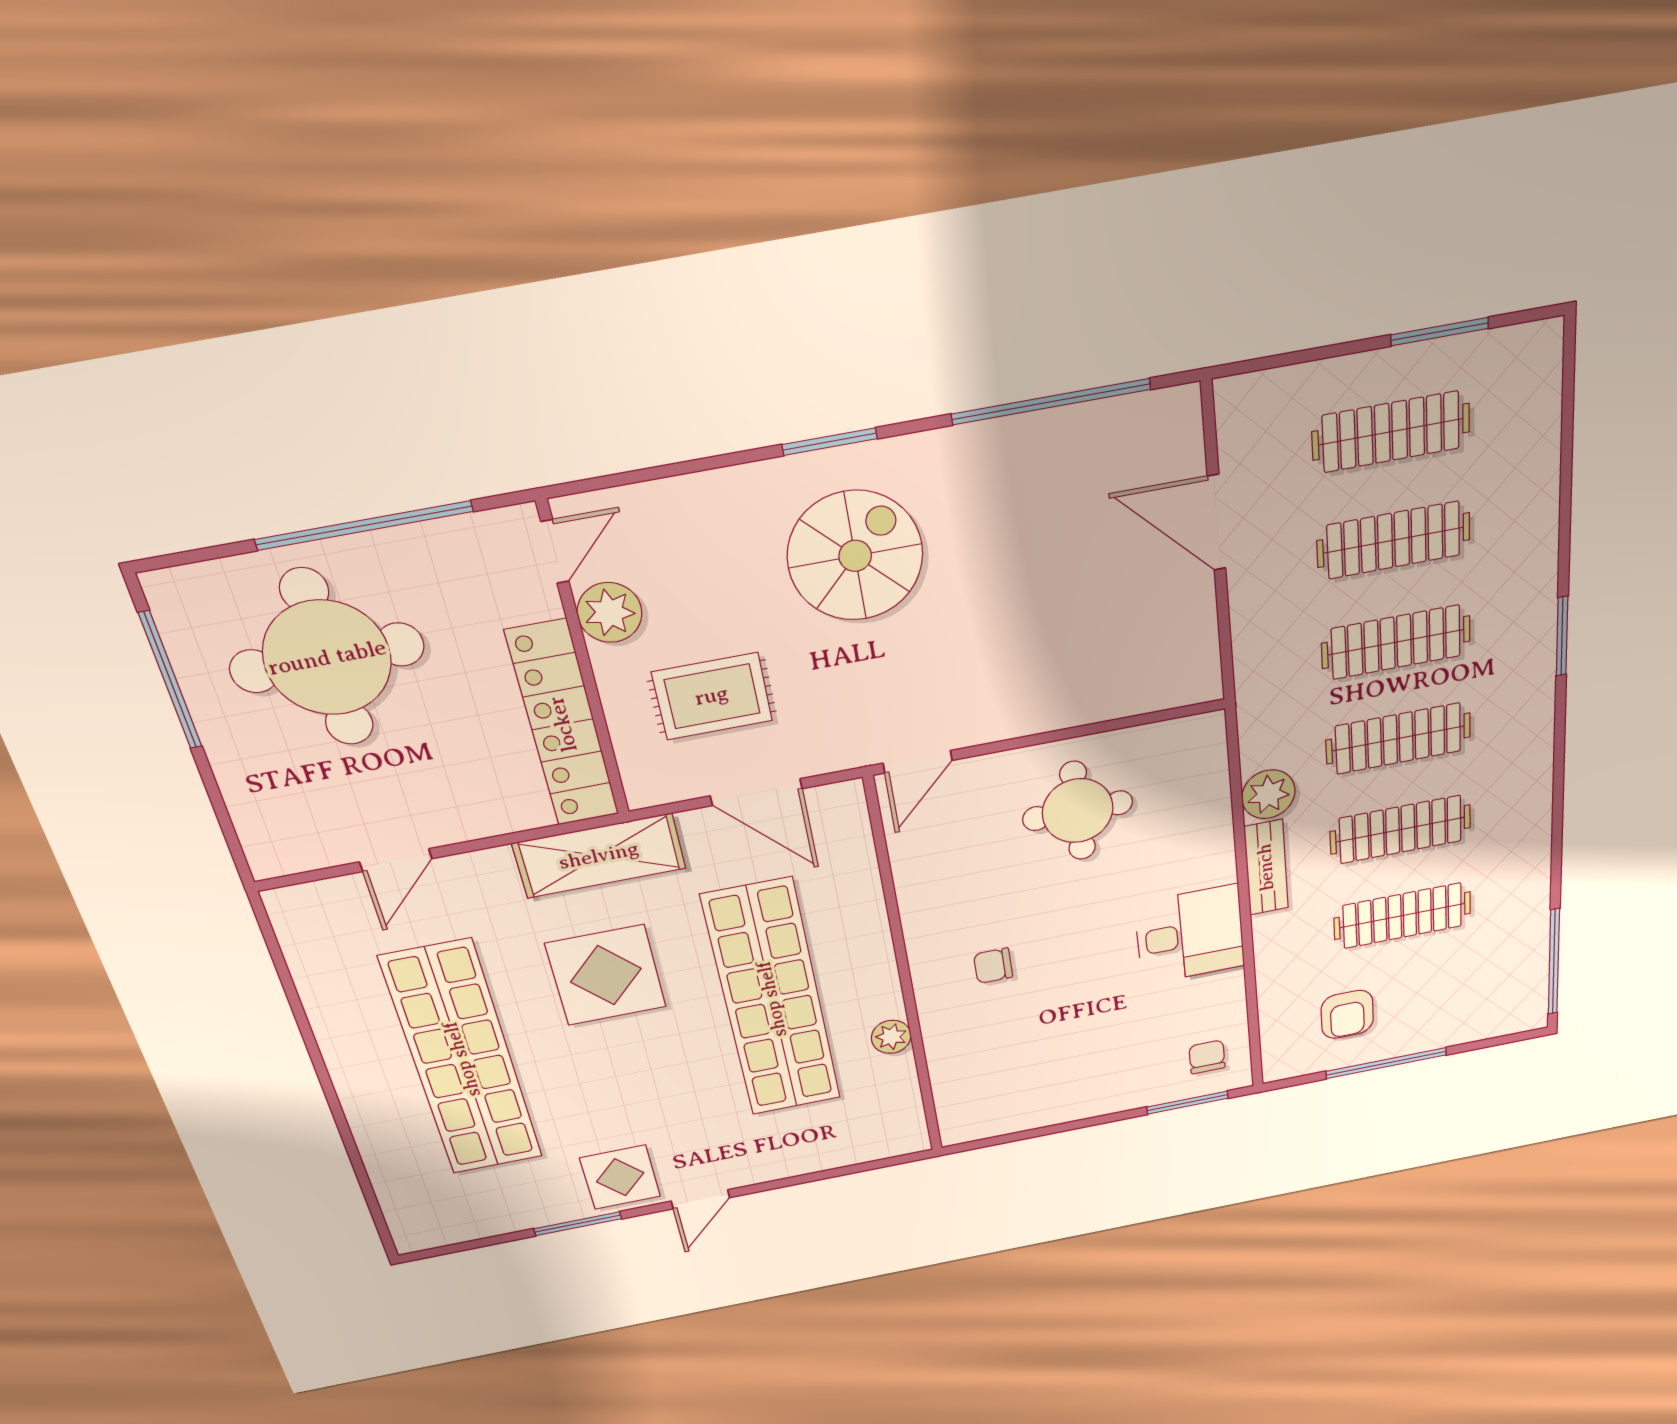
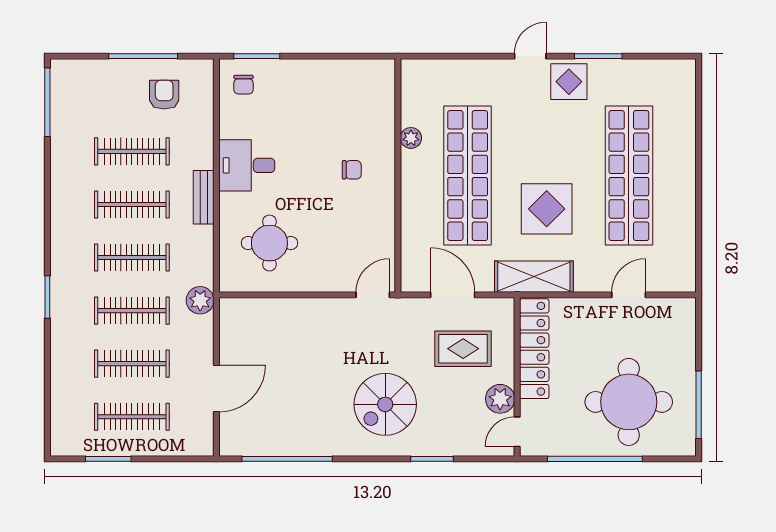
window: (830, 442) -> (432, 459), moved
door: (1217, 523) -> (216, 389), hinge flipped
plant: (1268, 794) -> (200, 300), moved
round table: (1078, 811) -> (269, 243), moved

